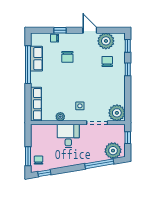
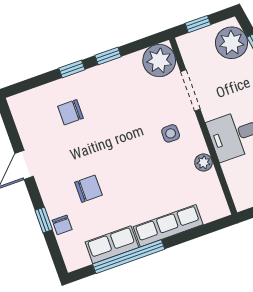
plant: (106, 41) -> (33, 128), removed
window: (128, 46) -> (108, 56), moved
row of seats: (36, 104) -> (168, 226), moved

